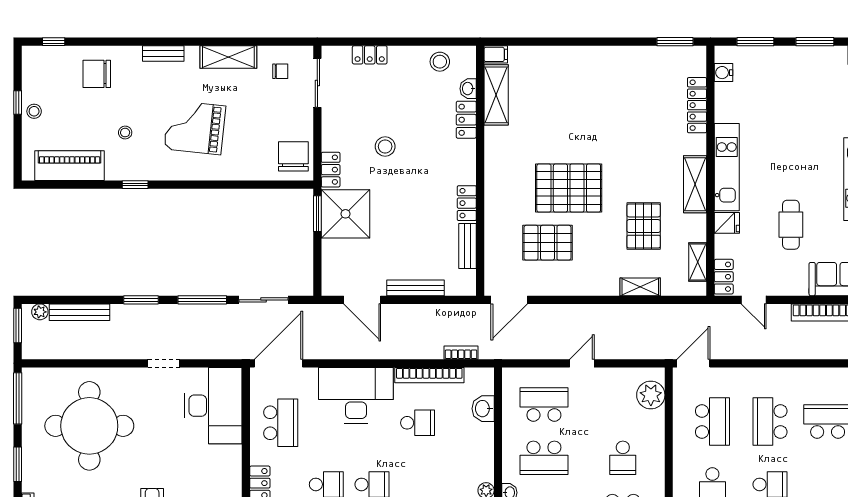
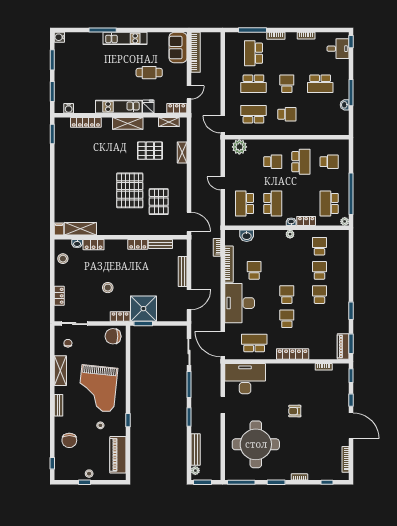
grand piano: (195, 127) -> (98, 388), width x1.37, depth x1.48

